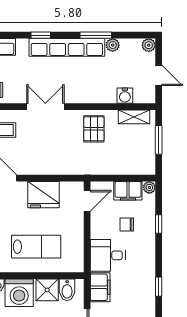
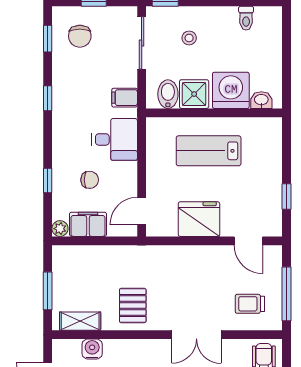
filing cabinet: (100, 287) -> (125, 98), width x0.50

